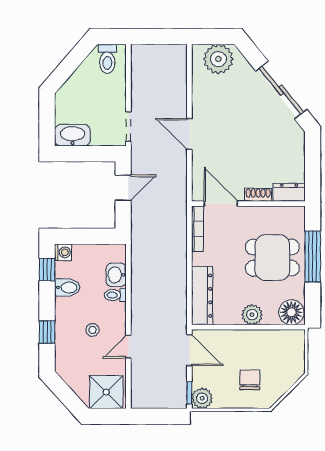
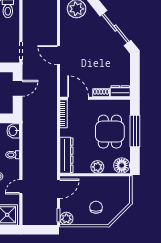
dining table: (272, 258) -> (110, 132), turned 90
washbasin: (116, 275) -> (13, 131), moved
door: (189, 350) -> (59, 189), hinge flipped

